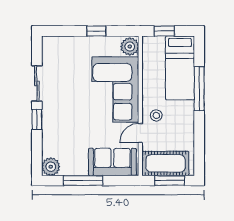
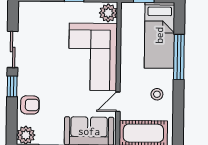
stool: (156, 115) -> (157, 94), moved
armchair: (54, 137) -> (30, 105), added

